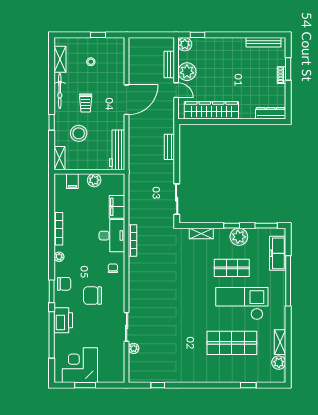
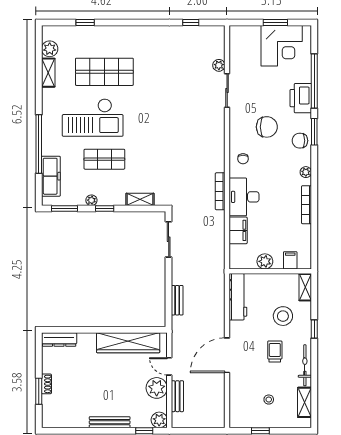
bench: (263, 42) -> (110, 422), moved
plant: (239, 237) -> (91, 200), width x0.53, depth x0.53

